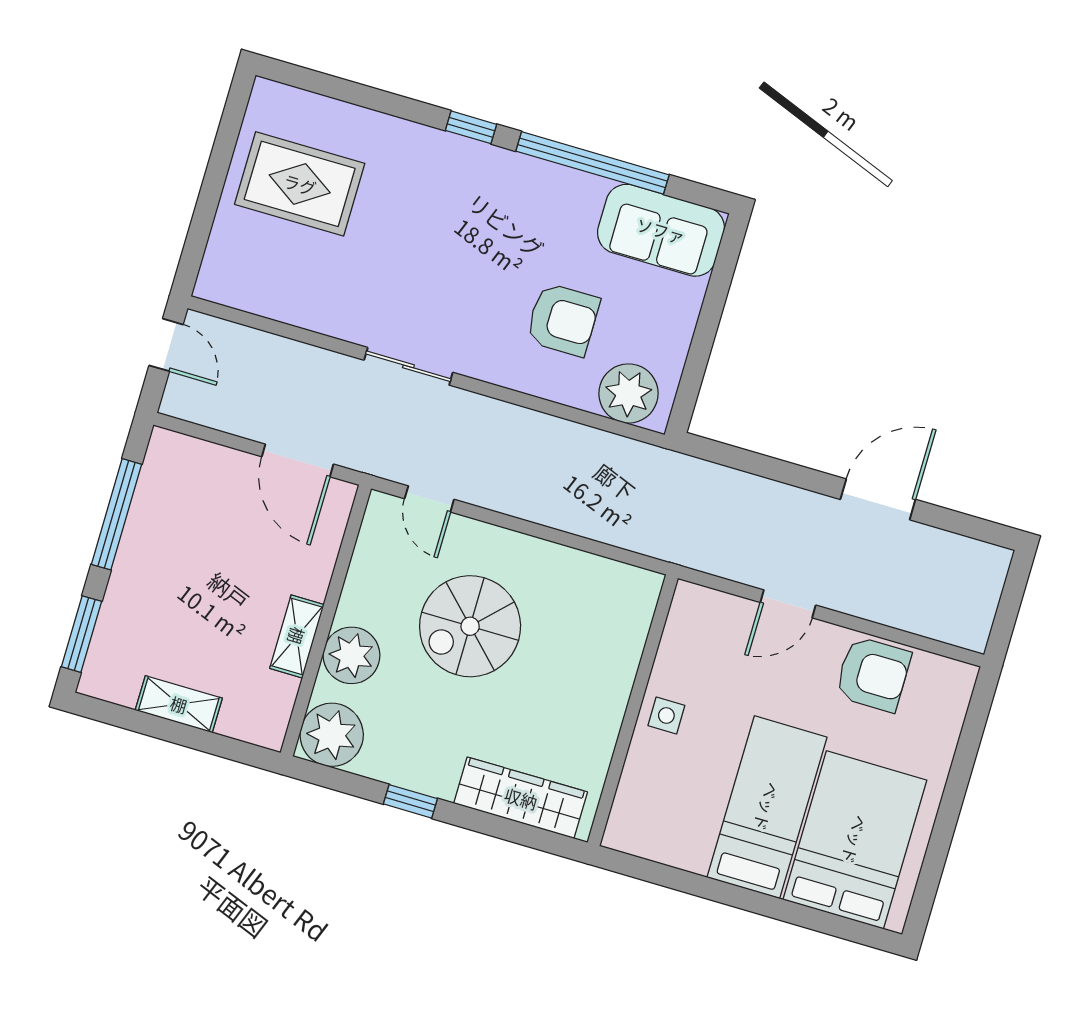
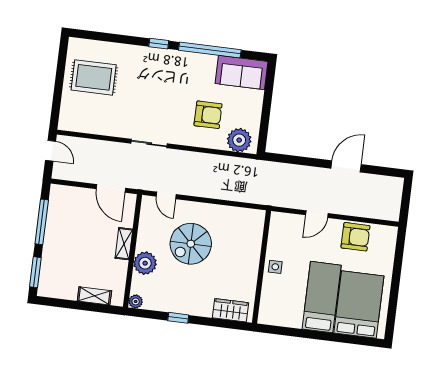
shelving: (297, 636) -> (124, 244), moved
shelving: (179, 704) -> (94, 296), moved
plant: (332, 735) -> (136, 301), width x0.53, depth x0.53
wardrobe: (521, 798) -> (231, 310), width x0.67

